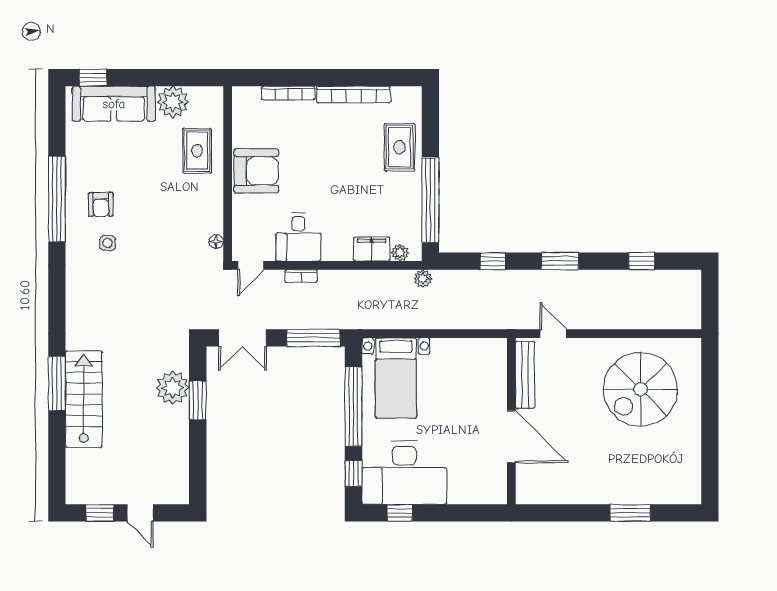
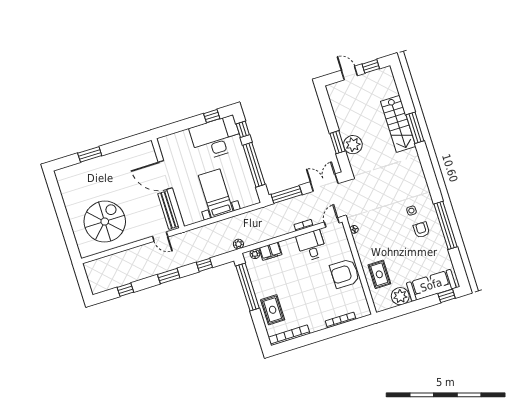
bookcase: (354, 94) -> (289, 335), moved
bed with nightstands: (396, 378) -> (216, 193), moved

